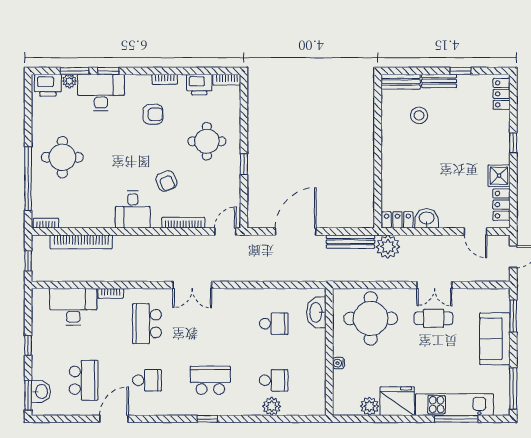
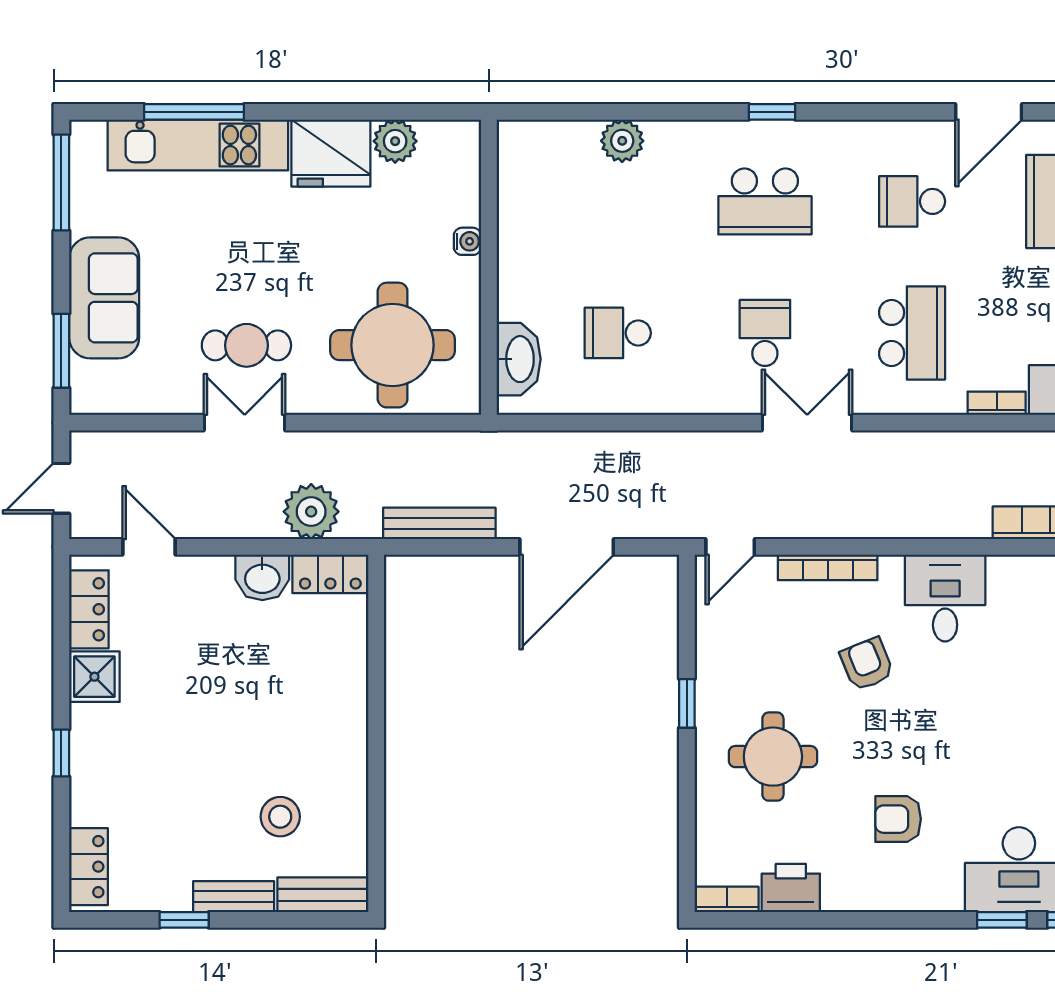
bookcase: (165, 79) -> (871, 900), removed
plant: (388, 247) -> (311, 512), moved
school desk: (274, 380) -> (765, 333), moved, turned 90

